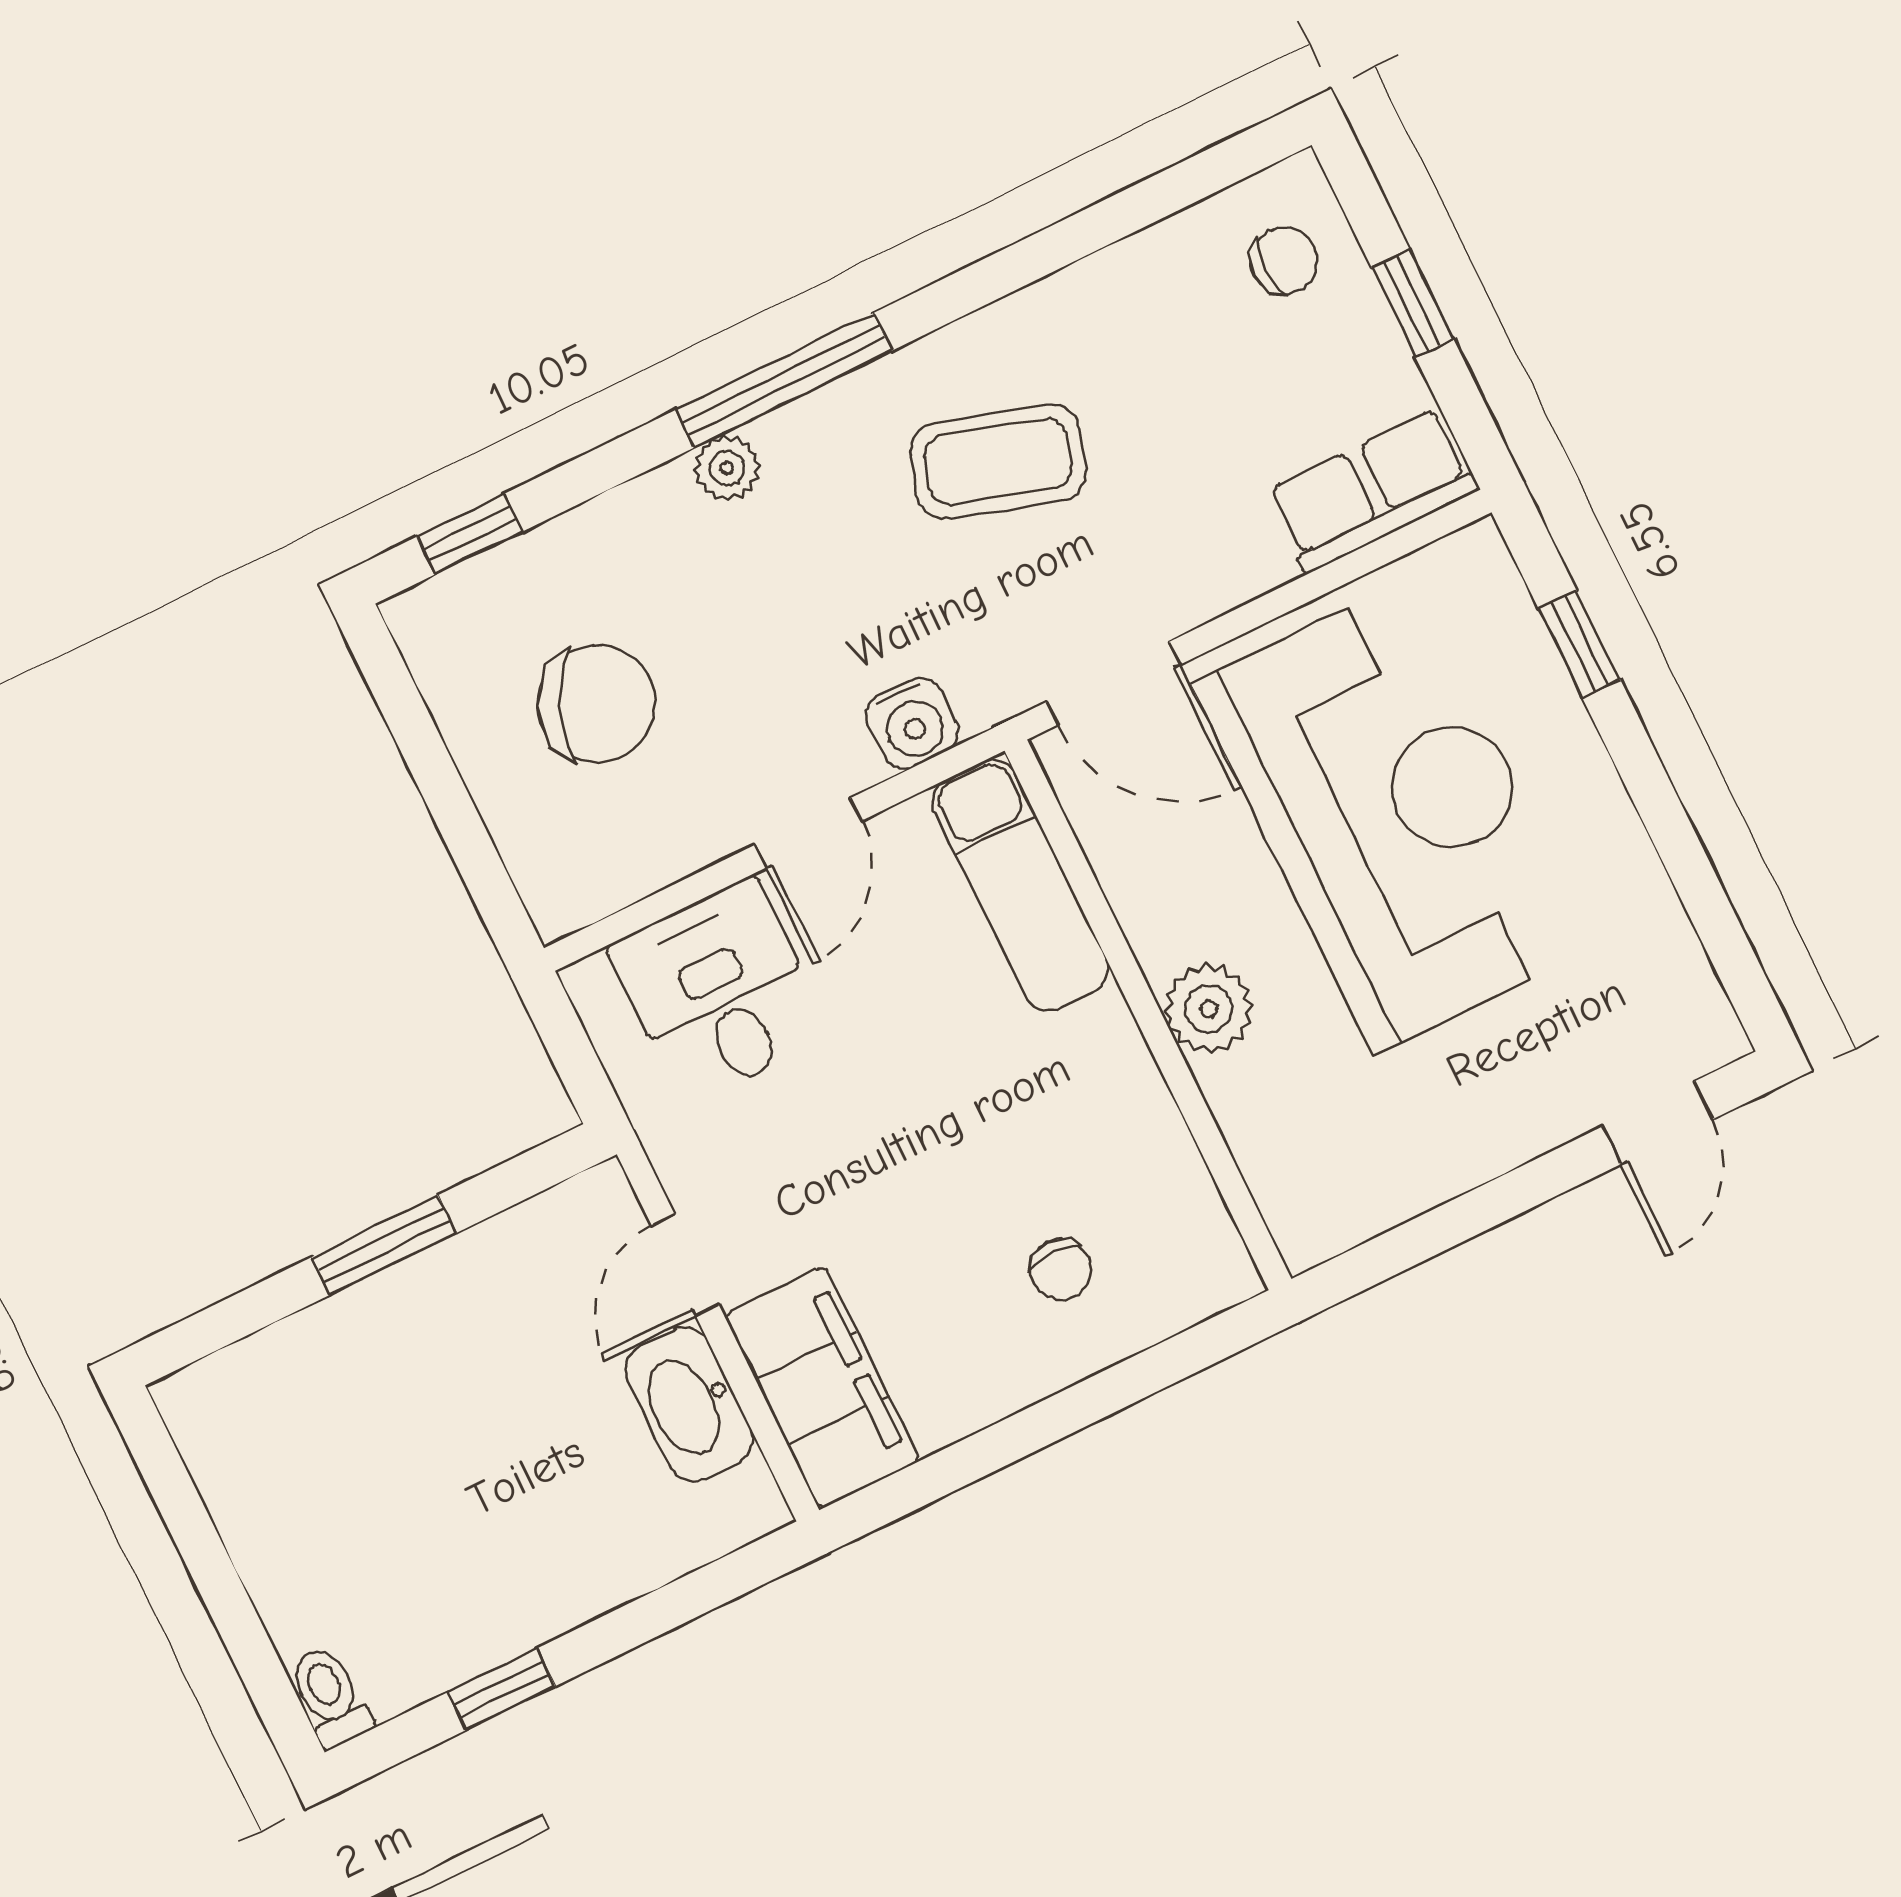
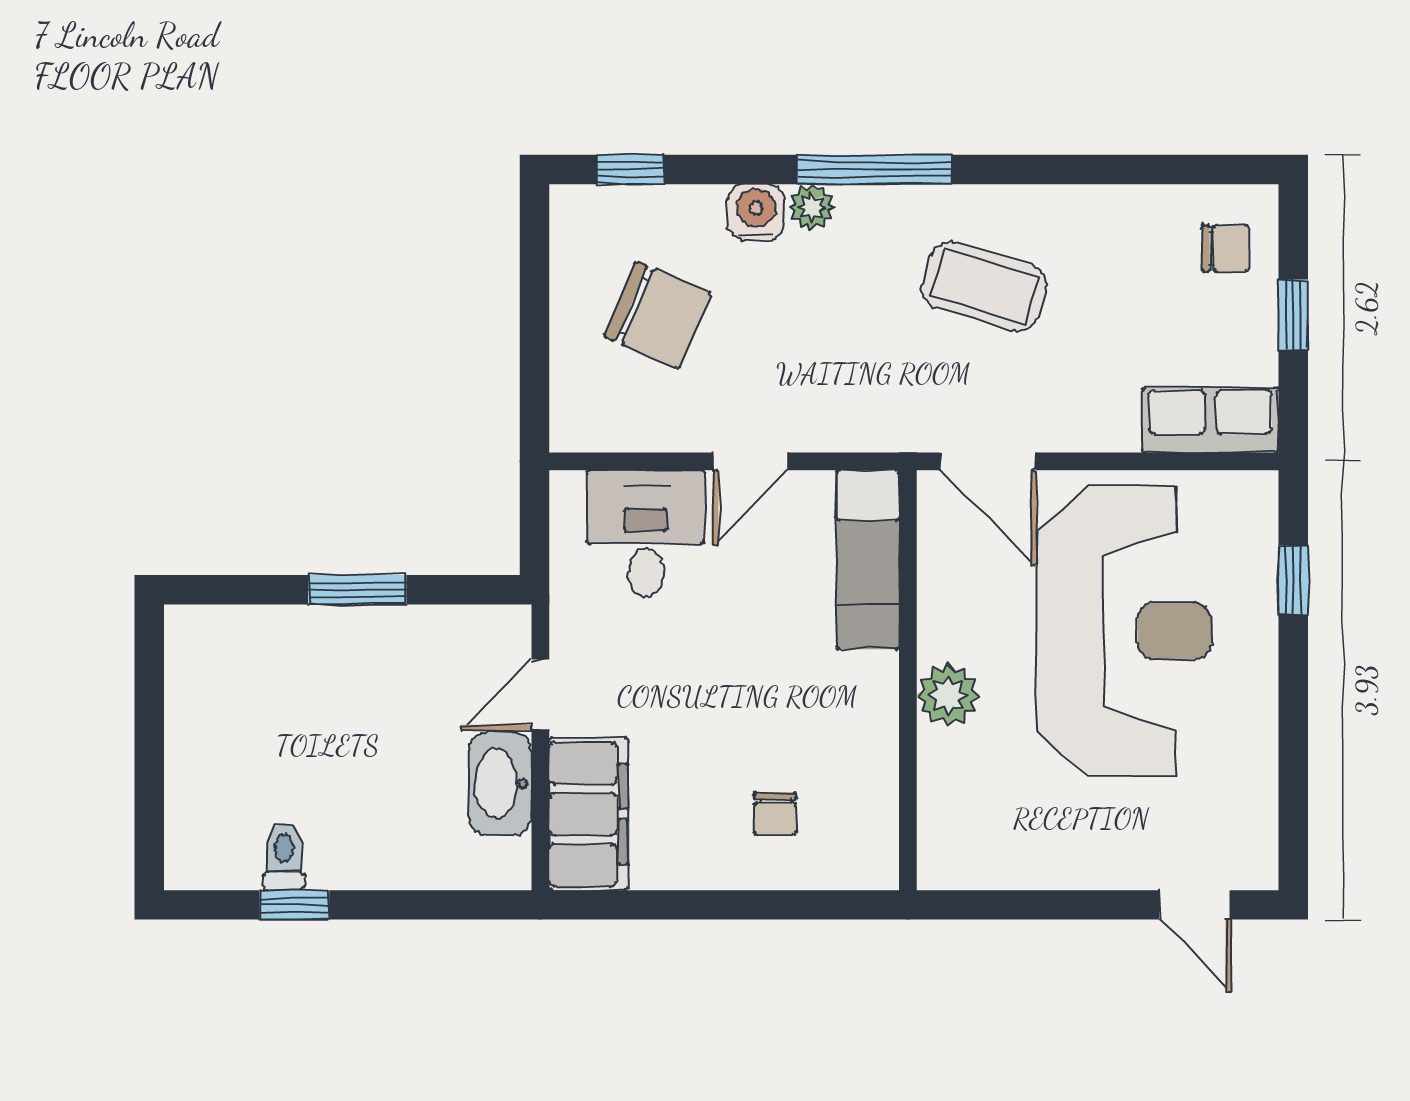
water cooler: (912, 723) -> (756, 212), moved, turned 180
door: (1658, 1123) -> (1195, 905), hinge flipped
toilet: (330, 1697) -> (284, 857), moved

